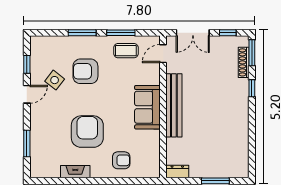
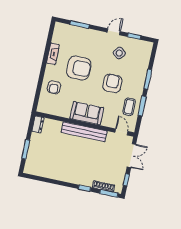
double door: (193, 33) -> (131, 156), swing flipped
armchair: (85, 71) -> (112, 83), moved
door: (27, 94) -> (114, 32), swing flipped

